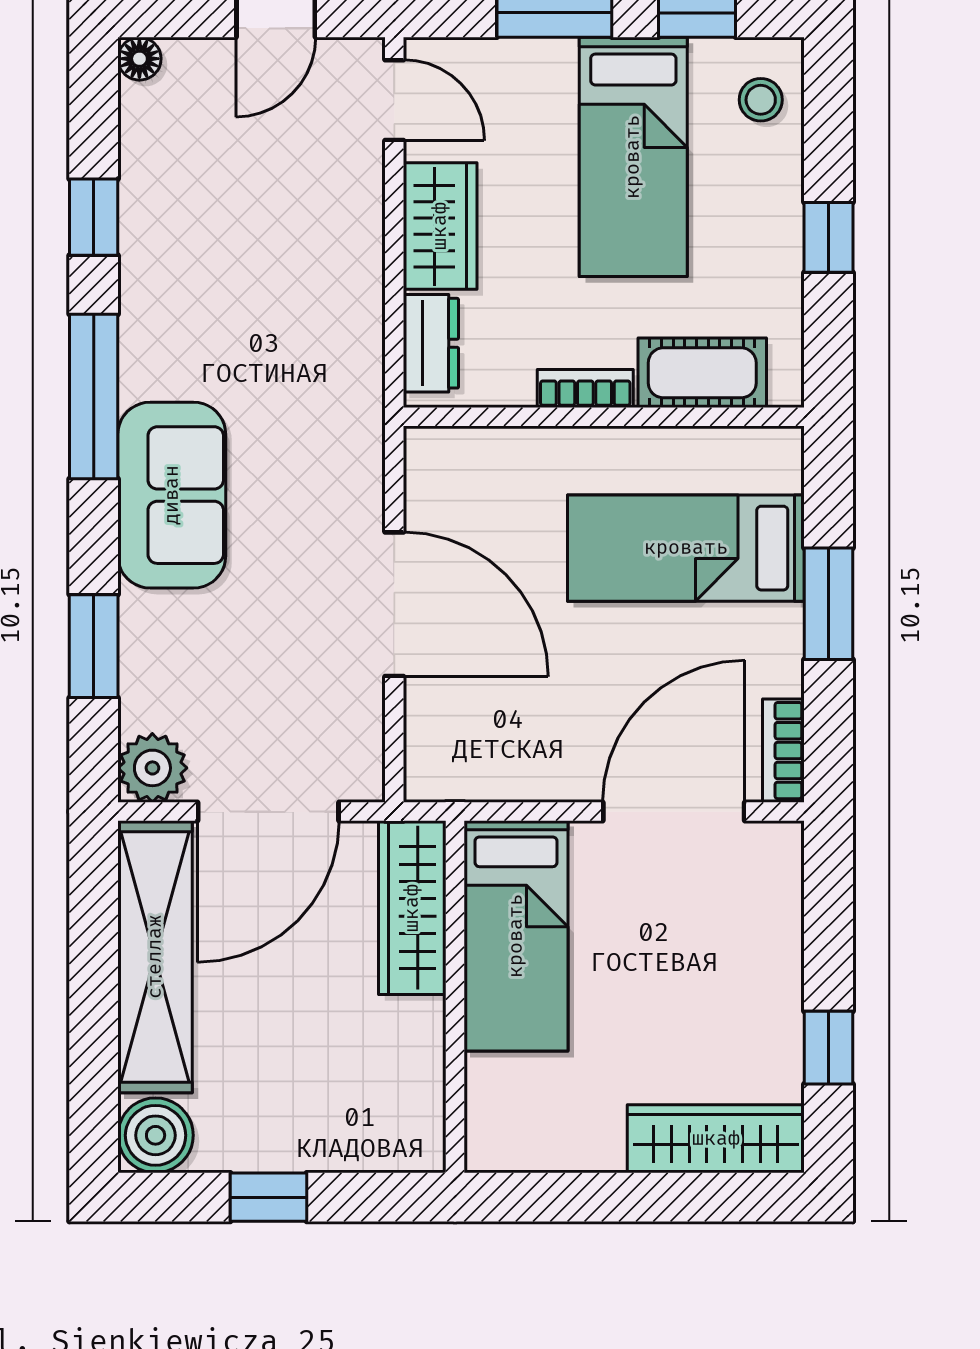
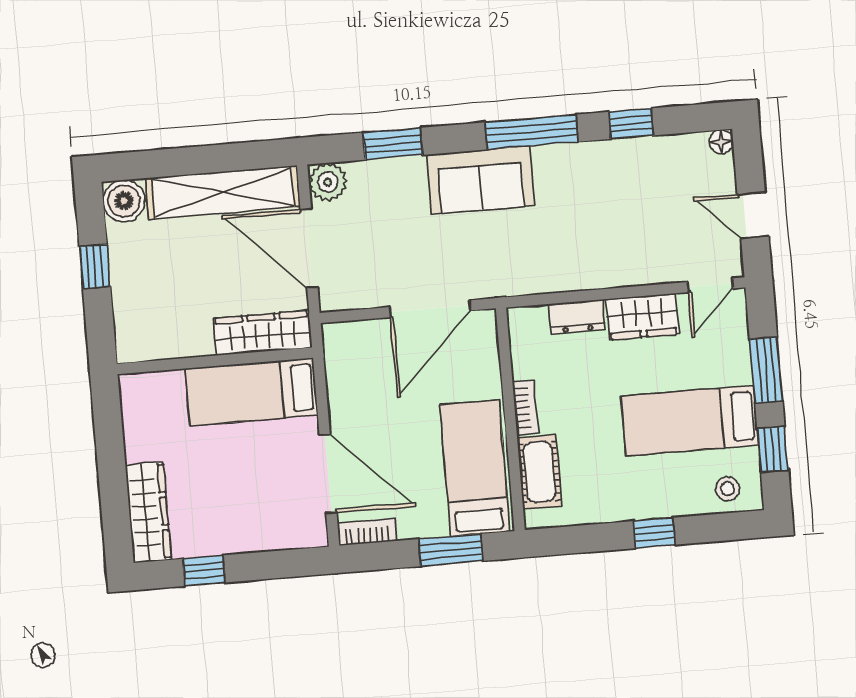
cot: (702, 373) -> (539, 472), moved
bookcase: (585, 389) -> (525, 408), moved
wall: (604, 417) -> (510, 419), moved

